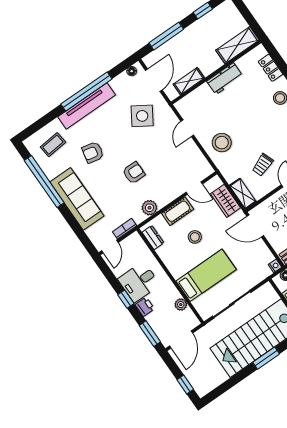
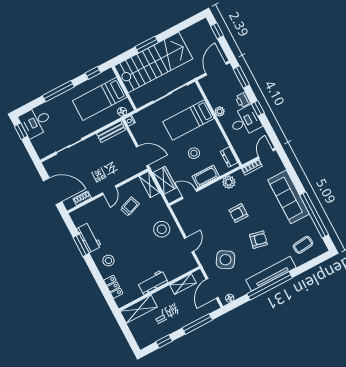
armchair: (93, 152) -> (258, 240), moved
plant: (181, 305) -> (220, 111), moved

